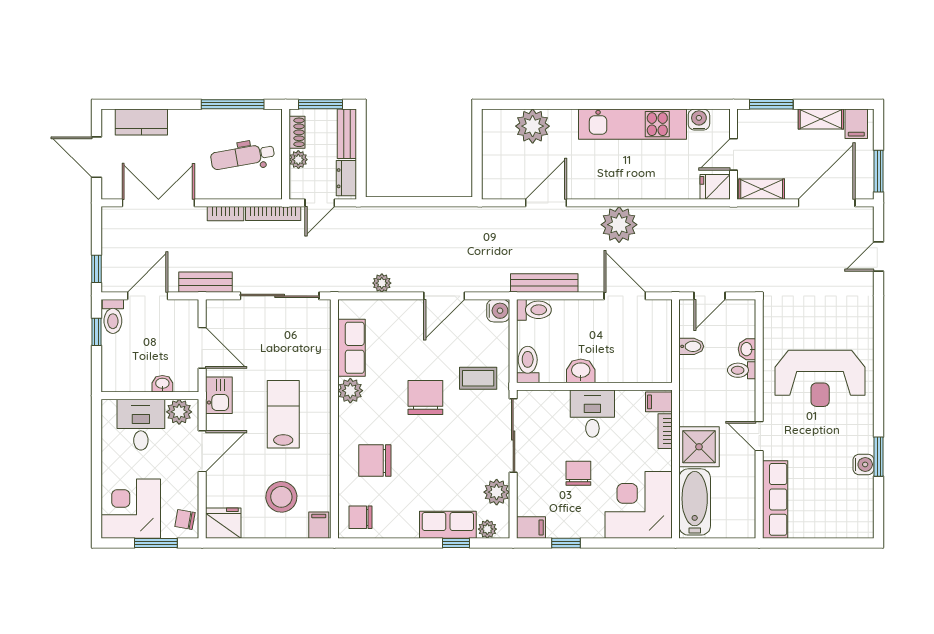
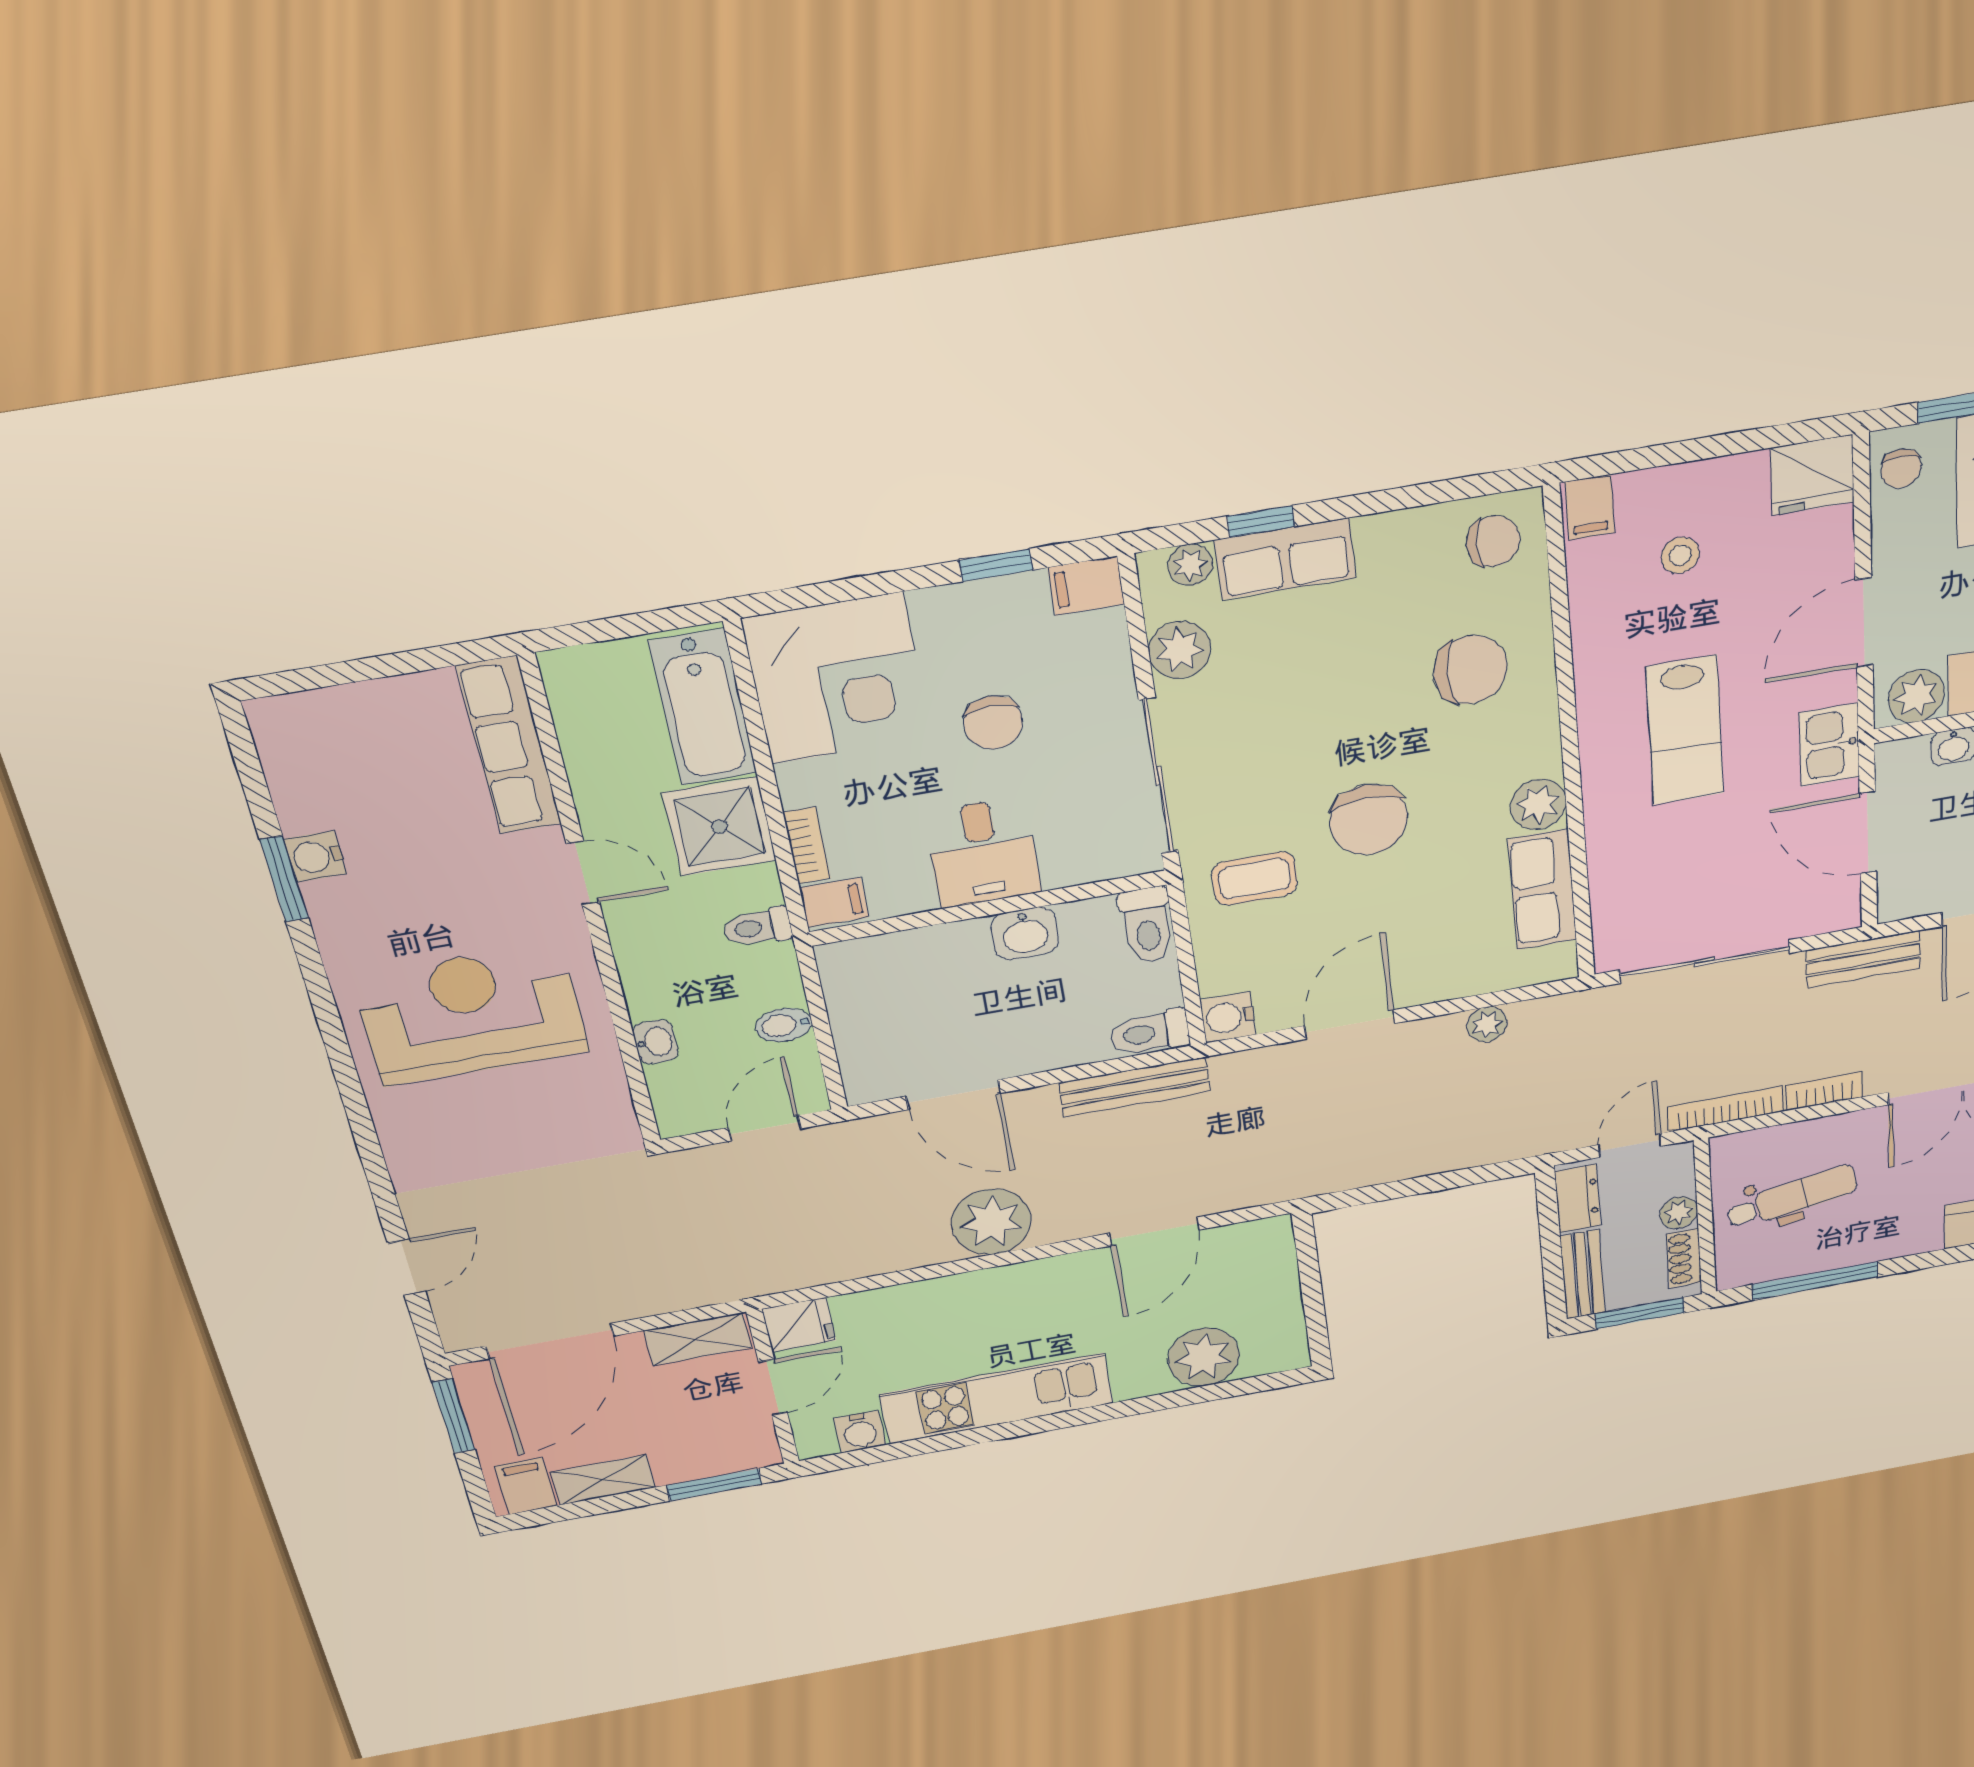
toilet: (742, 370) -> (757, 927), moved, turned 180
stool: (281, 497) -> (1680, 555), width x0.53, depth x0.53
chair: (185, 519) -> (1901, 468), turned 80

